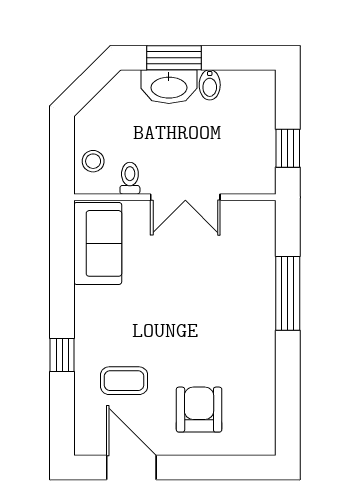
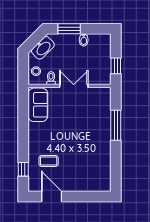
washbasin: (169, 87) -> (43, 48), moved, turned -45
double door: (185, 197) -> (74, 86), swing flipped
window: (62, 355) -> (23, 169), moved
armchair: (199, 410) -> (79, 173), removed

